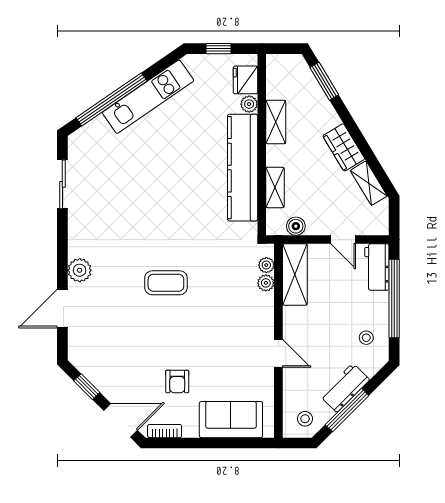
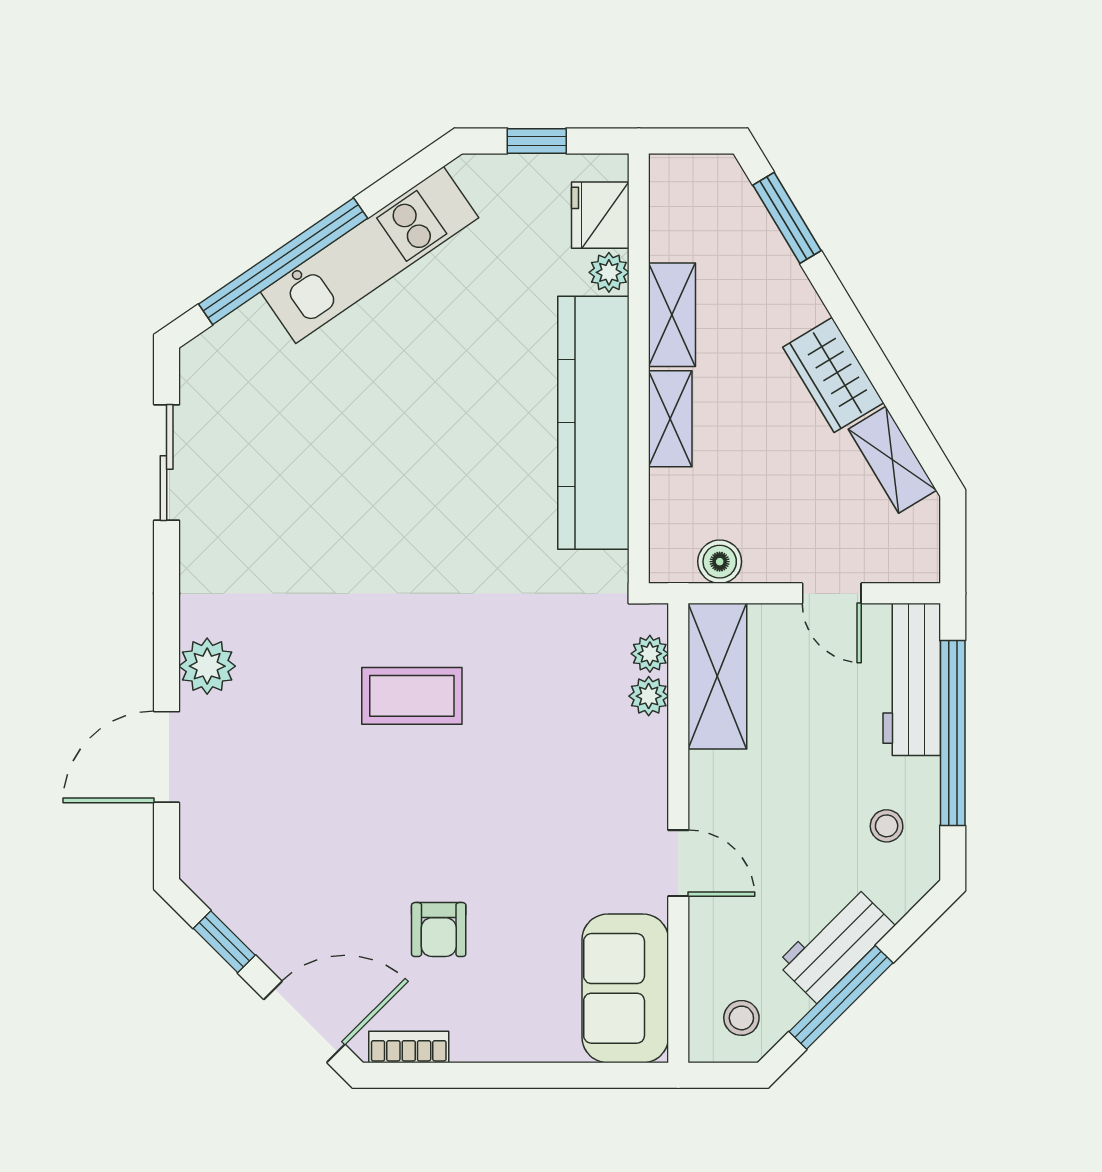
shelving: (275, 188) -> (670, 419), moved
workbench: (377, 267) -> (912, 679), width x1.38
sofa: (231, 420) -> (625, 988), moved, turned -90

